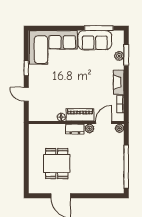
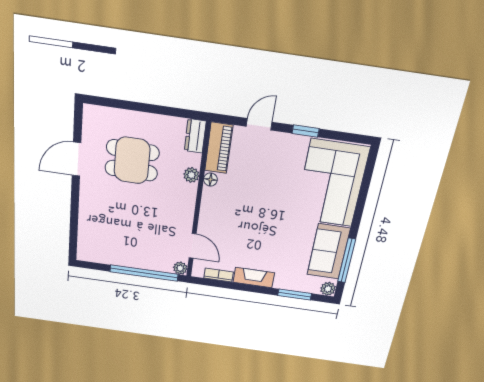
plant: (119, 56) -> (328, 289), moved
piano: (80, 115) -> (219, 148), moved
plant: (89, 128) -> (191, 175), moved
dresser: (75, 129) -> (195, 136), moved
window: (126, 167) -> (144, 273), moved

